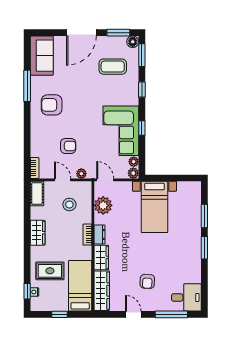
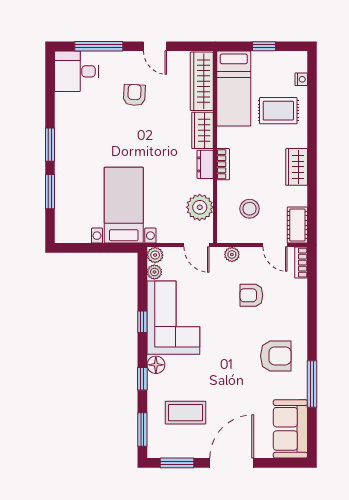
floor lamp: (133, 42) -> (156, 365), moved
door: (63, 180) -> (275, 245), moved
window: (27, 291) -> (312, 80), removed

